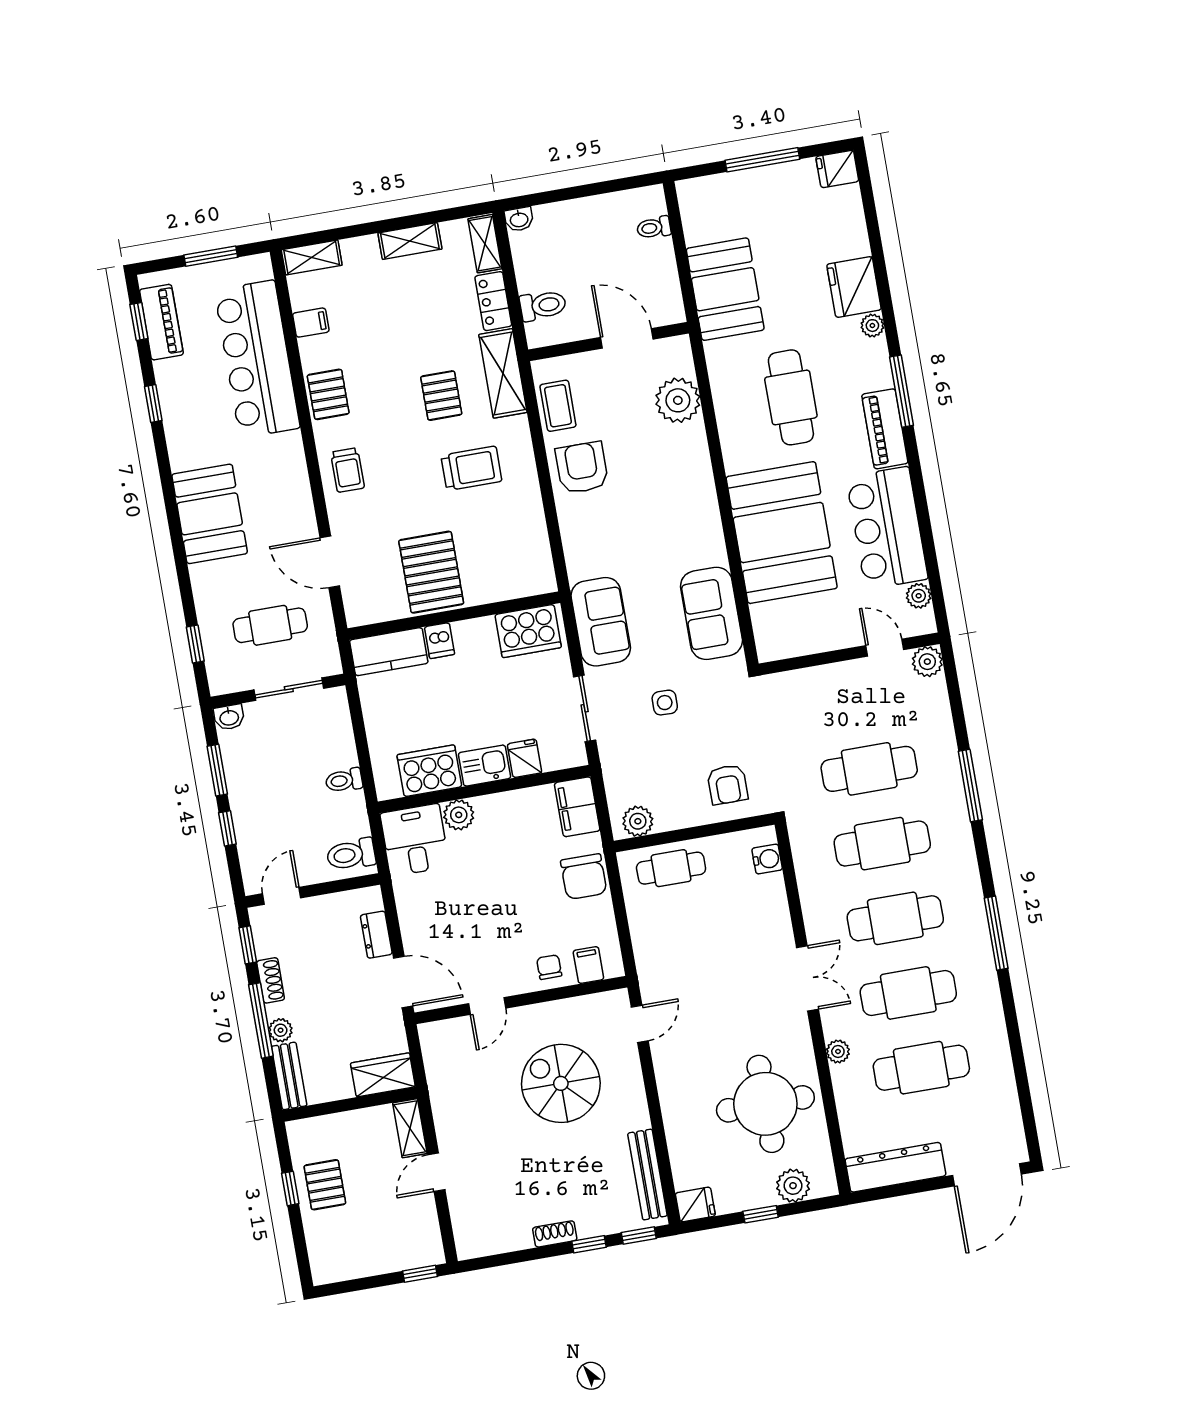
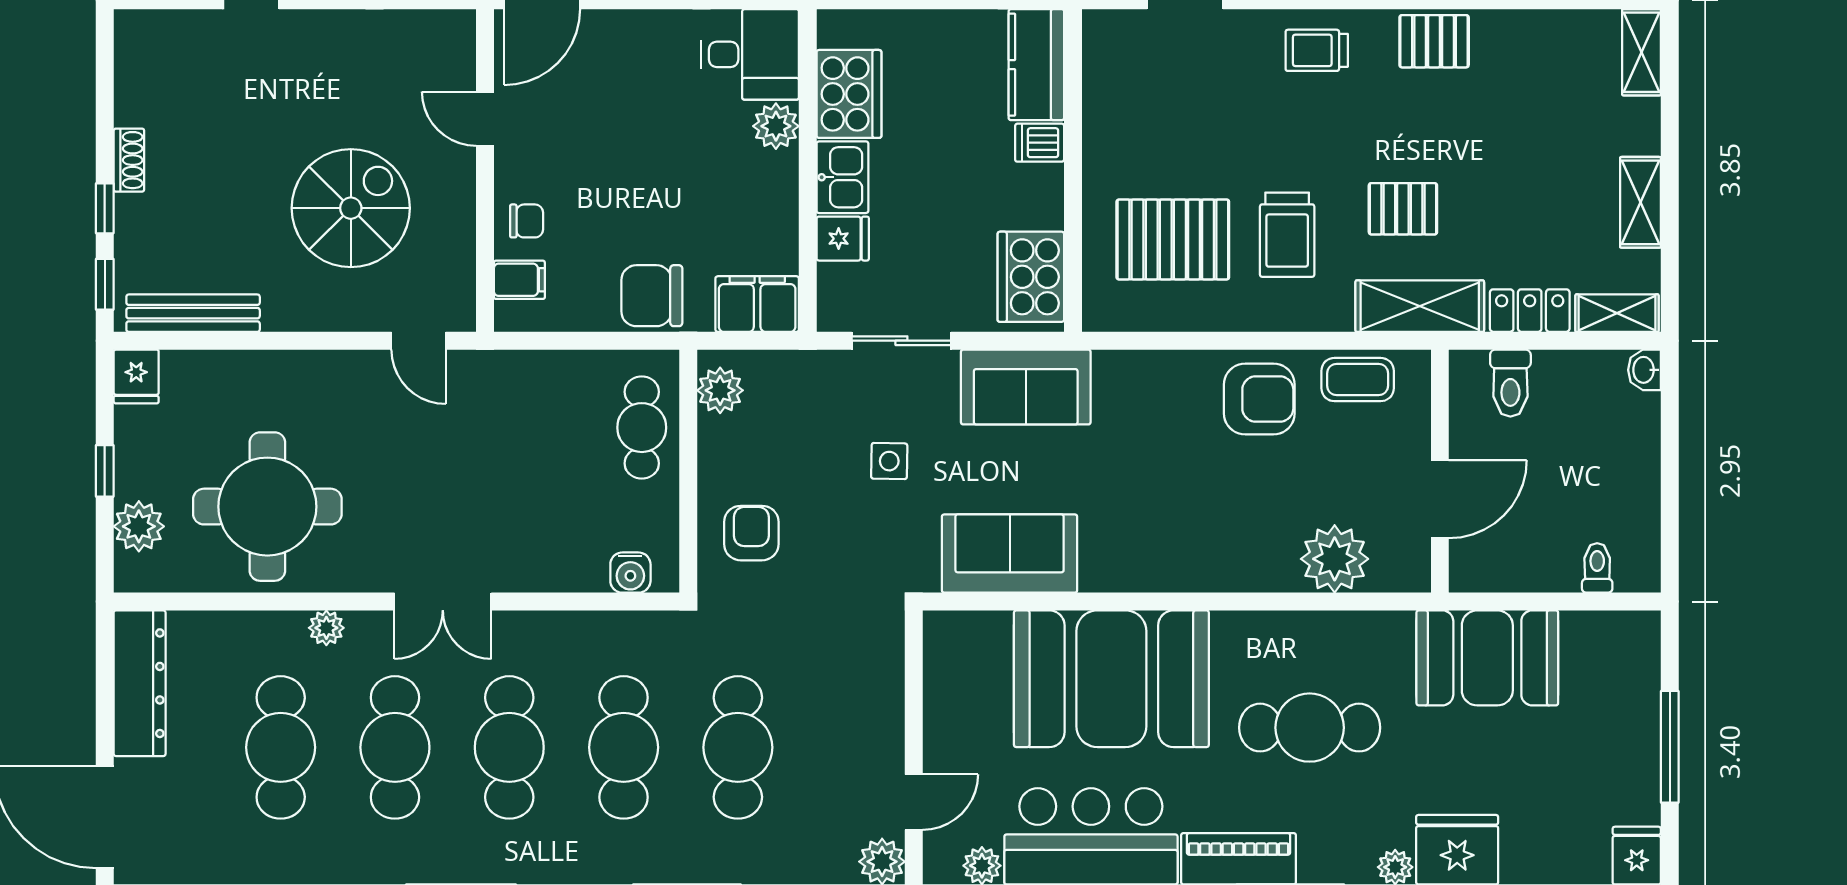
filing cabinet: (311, 323) -> (1545, 34), removed
pallet: (431, 572) -> (1173, 239), moved
armchair: (728, 784) -> (751, 533), turned 90

